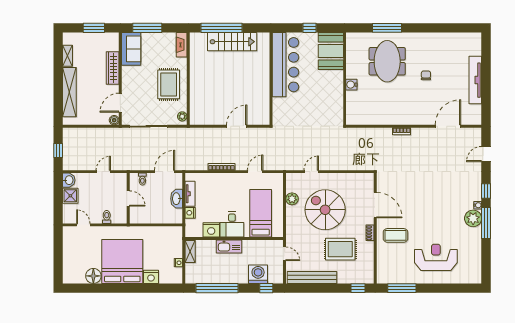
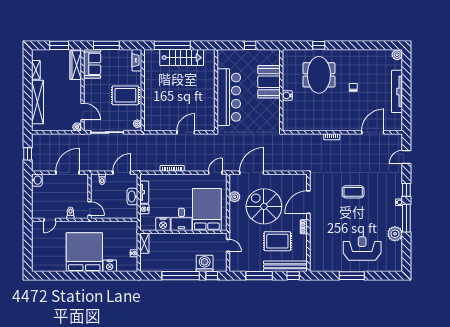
window: (387, 28) -> (319, 45), width x0.46
plant: (475, 39) -> (397, 55), added
booth: (331, 51) -> (269, 82), moved
bar counter: (285, 65) -> (229, 97), moved
wardrobe: (113, 68) -> (76, 65), moved
rug: (169, 84) -> (125, 95), turned 90
door: (120, 103) -> (83, 112), swing flipped
door: (103, 172) -> (67, 173), width x1.88
door: (255, 172) -> (215, 173), moved
door: (311, 172) -> (252, 173), width x1.87
shower: (70, 196) -> (38, 194), removed
door: (128, 198) -> (90, 209), moved
door: (375, 205) -> (308, 202), swing flipped
bed: (261, 213) -> (207, 209), width x1.50
plant: (473, 218) -> (395, 234), moved
door: (83, 225) -> (50, 220), swing flipped
coffee table: (395, 235) -> (353, 192), moved
kitchen sink: (229, 246) -> (179, 239), removed
floor lamp: (93, 276) -> (59, 265), removed
bench: (312, 277) -> (285, 266), moved
window: (217, 288) -> (181, 276), moved
window: (320, 288) -> (259, 276), added
window: (402, 288) -> (352, 276), moved

